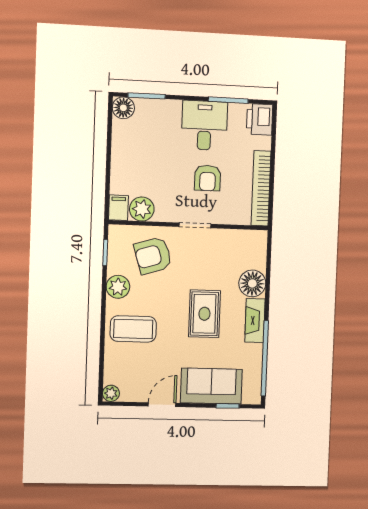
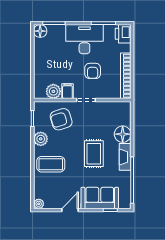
desk: (204, 125) -> (84, 39), width x1.37
filing cabinet: (118, 208) -> (67, 91), moved

